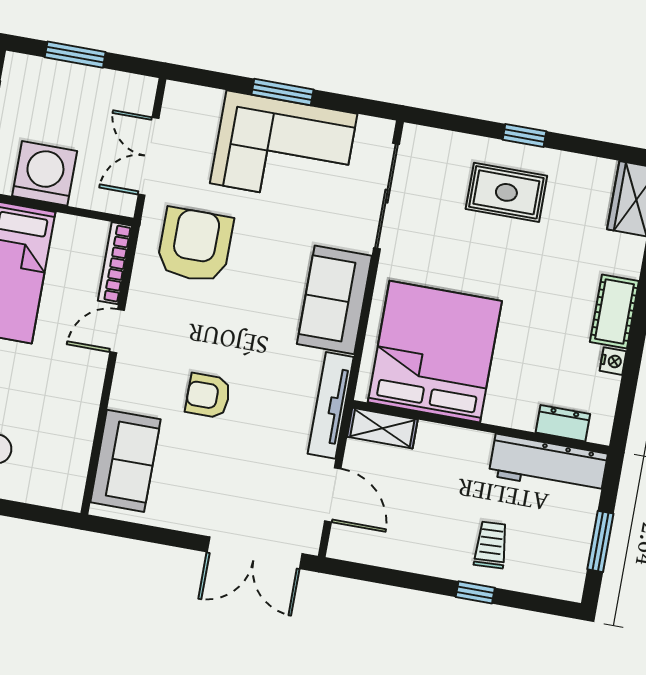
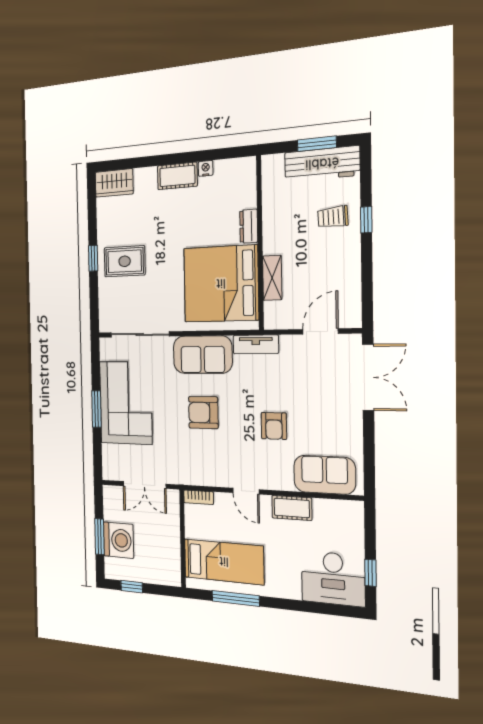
washing machine: (45, 173) -> (118, 540), moved, turned 180
rug: (506, 192) -> (125, 261), turned 90
armchair: (195, 245) -> (203, 413), moved, width x0.73, depth x0.73
bookcase: (115, 263) -> (199, 497), width x0.64
cot: (83, 400) -> (292, 508), added
tv unit: (331, 405) -> (256, 344), width x0.71
dresser: (563, 423) -> (249, 226), moved
shelving: (382, 428) -> (272, 278), moved
workbench: (548, 465) -> (322, 164), moved, turned 90

